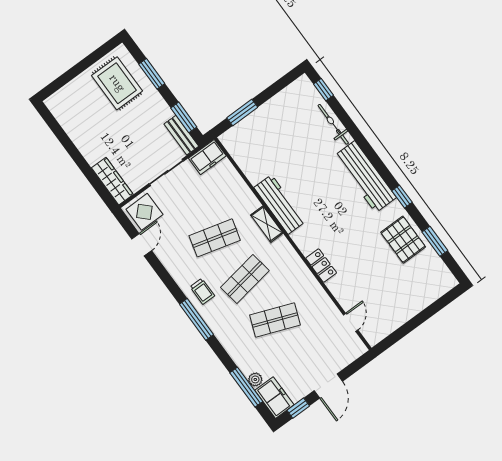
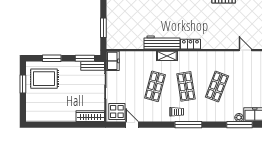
window: (89, 61) -> (23, 84), added
locker: (321, 266) -> (190, 44), moved

